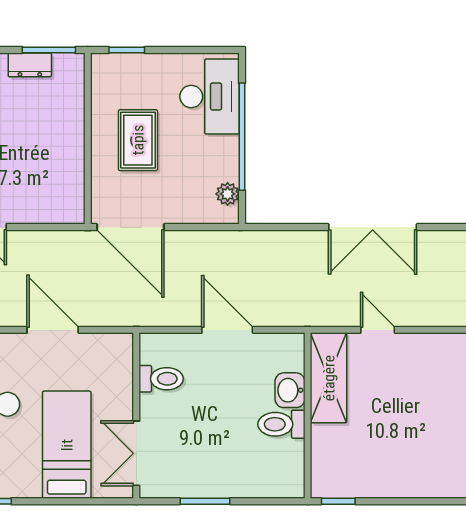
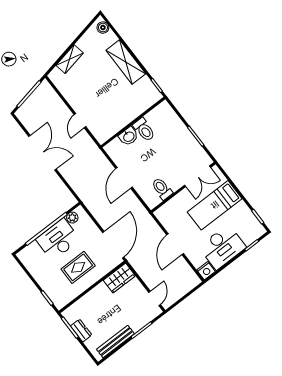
desk: (210, 96) -> (58, 239), moved
wardrobe: (68, 195) -> (119, 278), added
shelving: (329, 378) -> (126, 62), moved, turned 90

